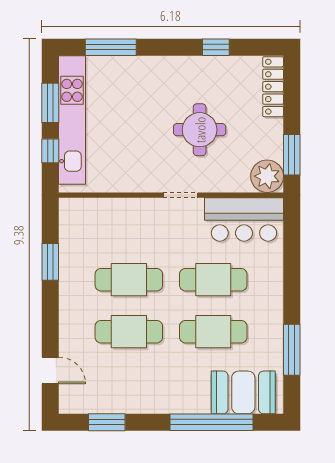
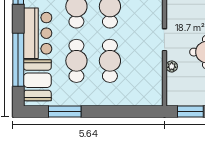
plant: (267, 176) -> (172, 66), moved, width x0.53, depth x0.53
bar counter: (244, 219) -> (38, 33), moved, turned 180

